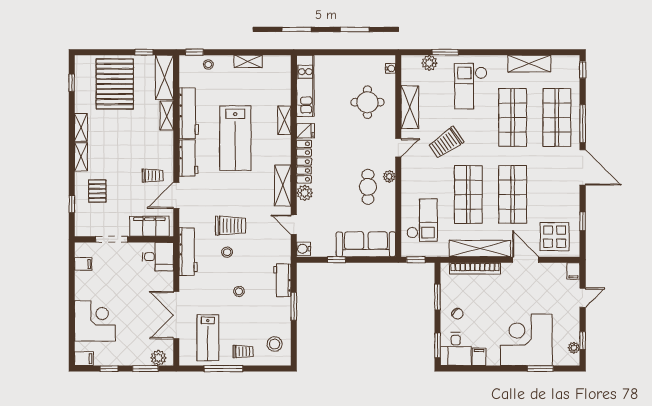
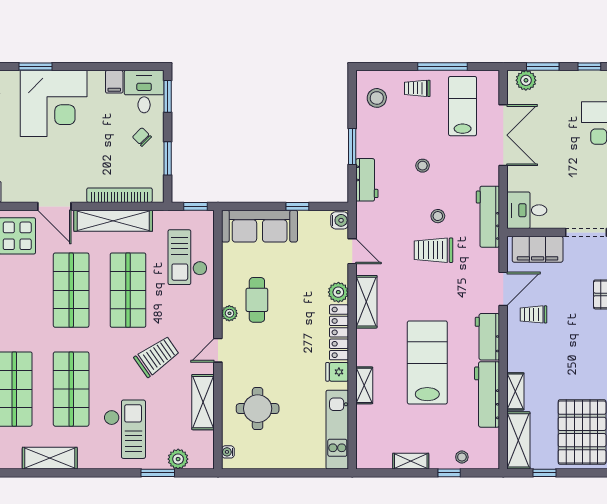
window: (194, 52) -> (449, 473), moved

